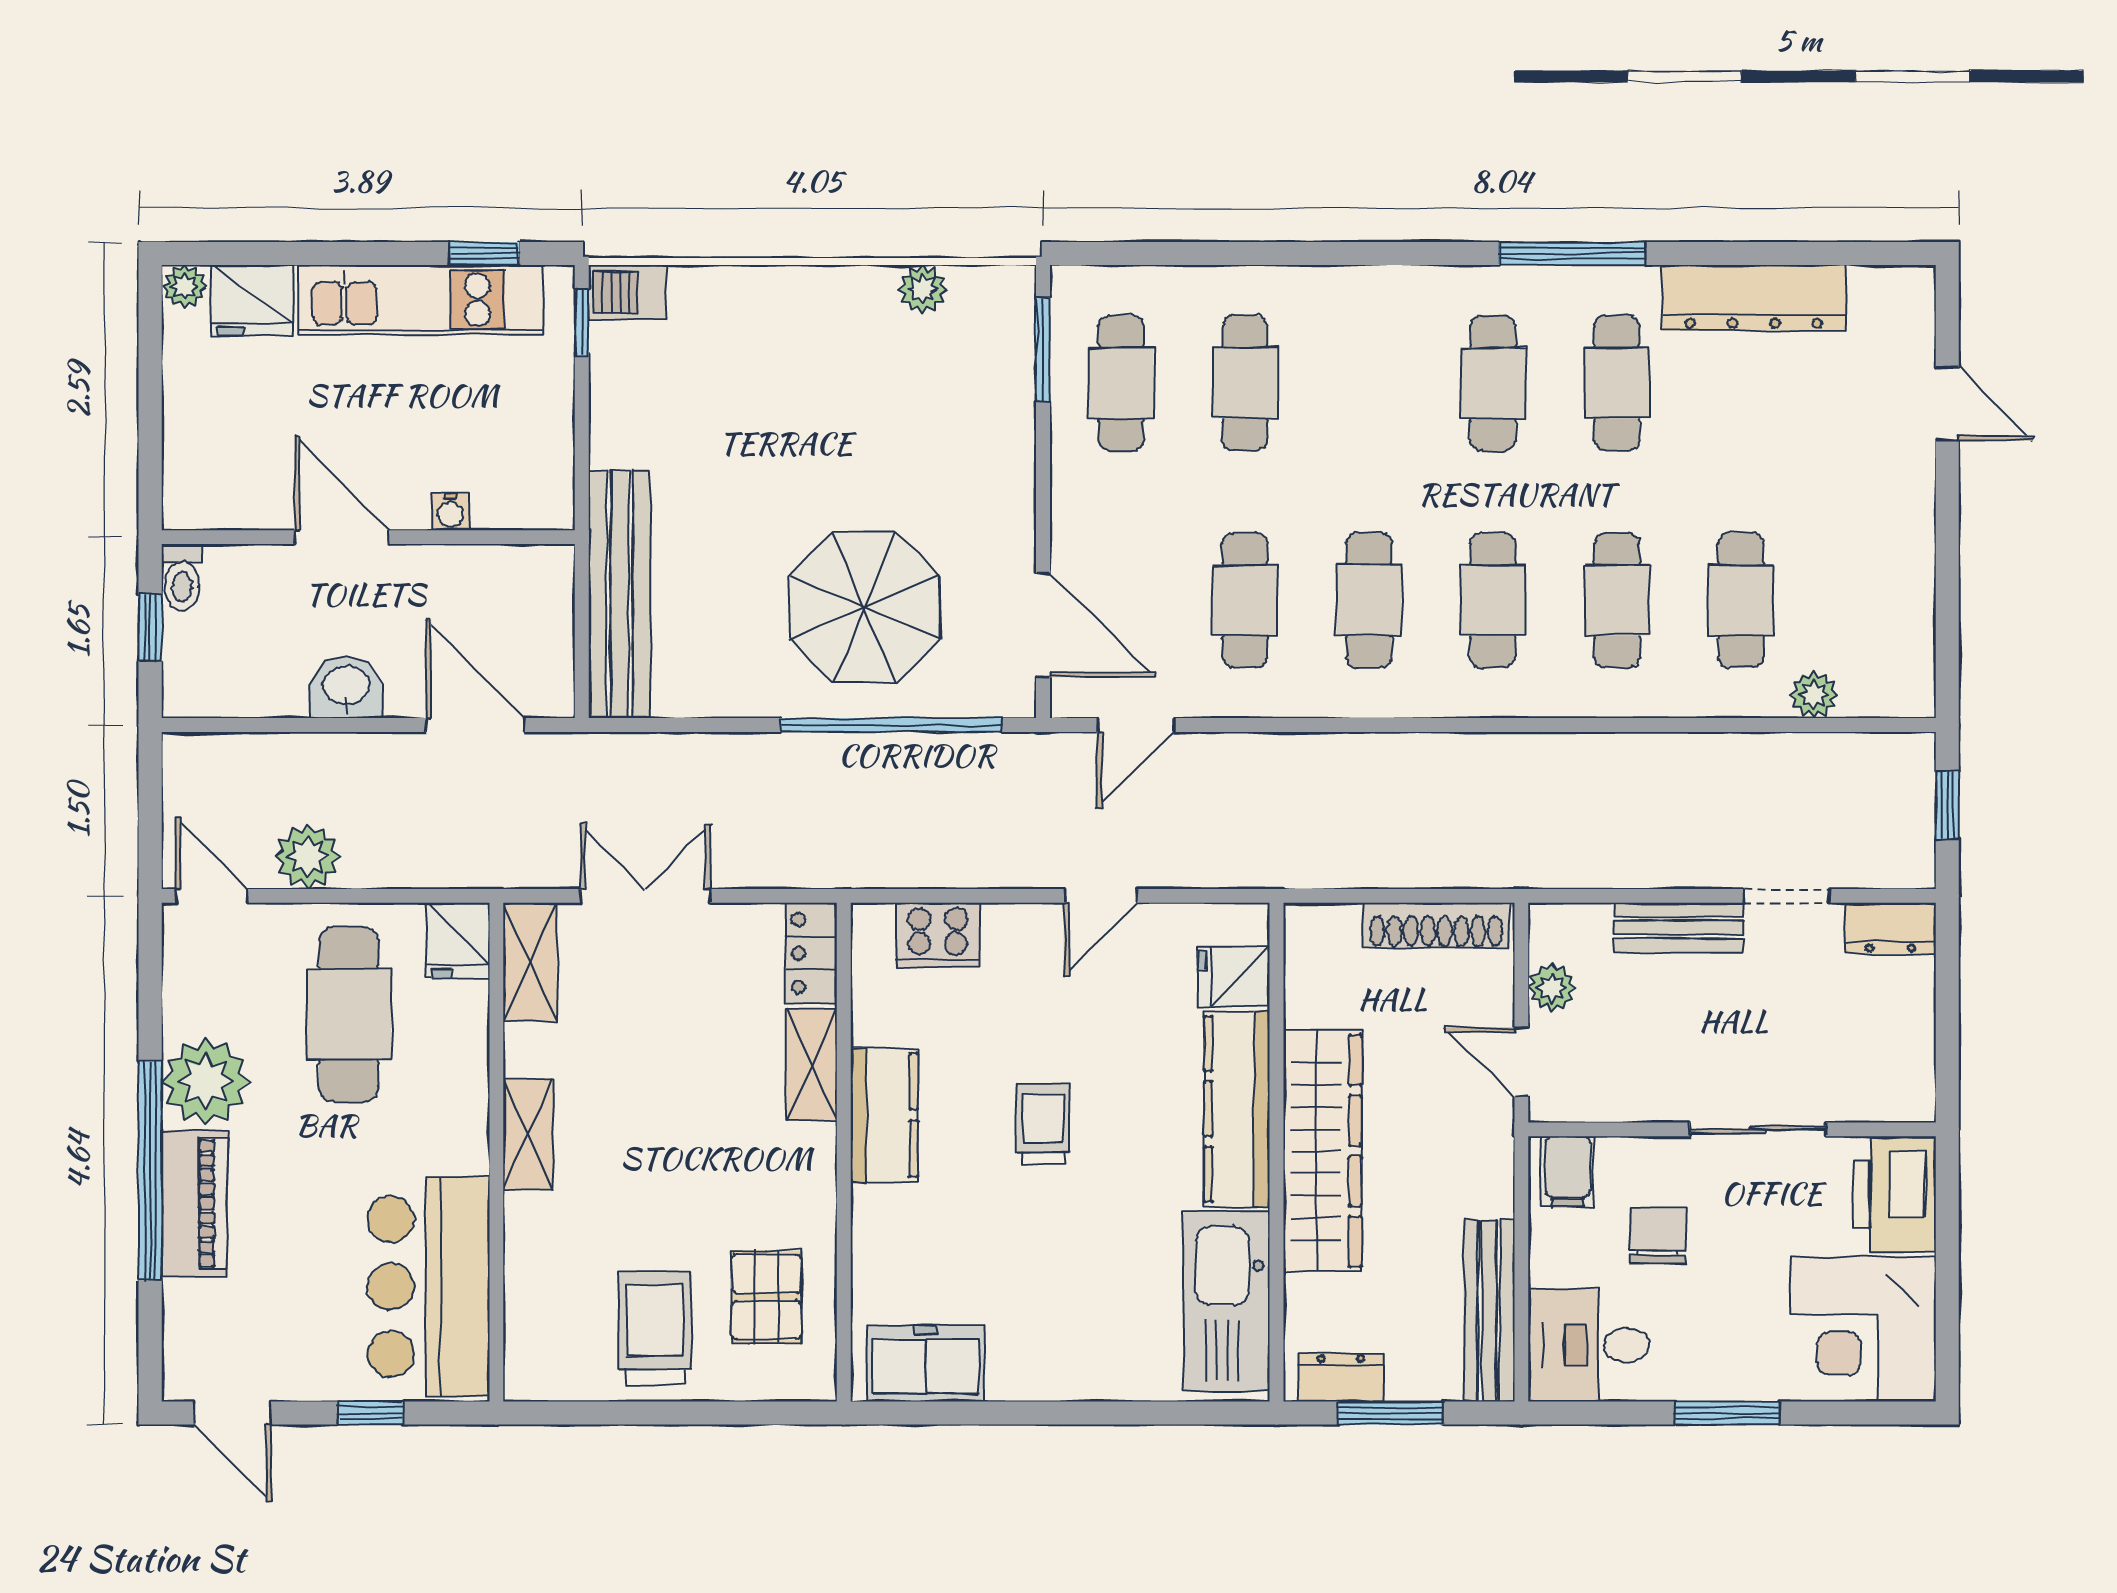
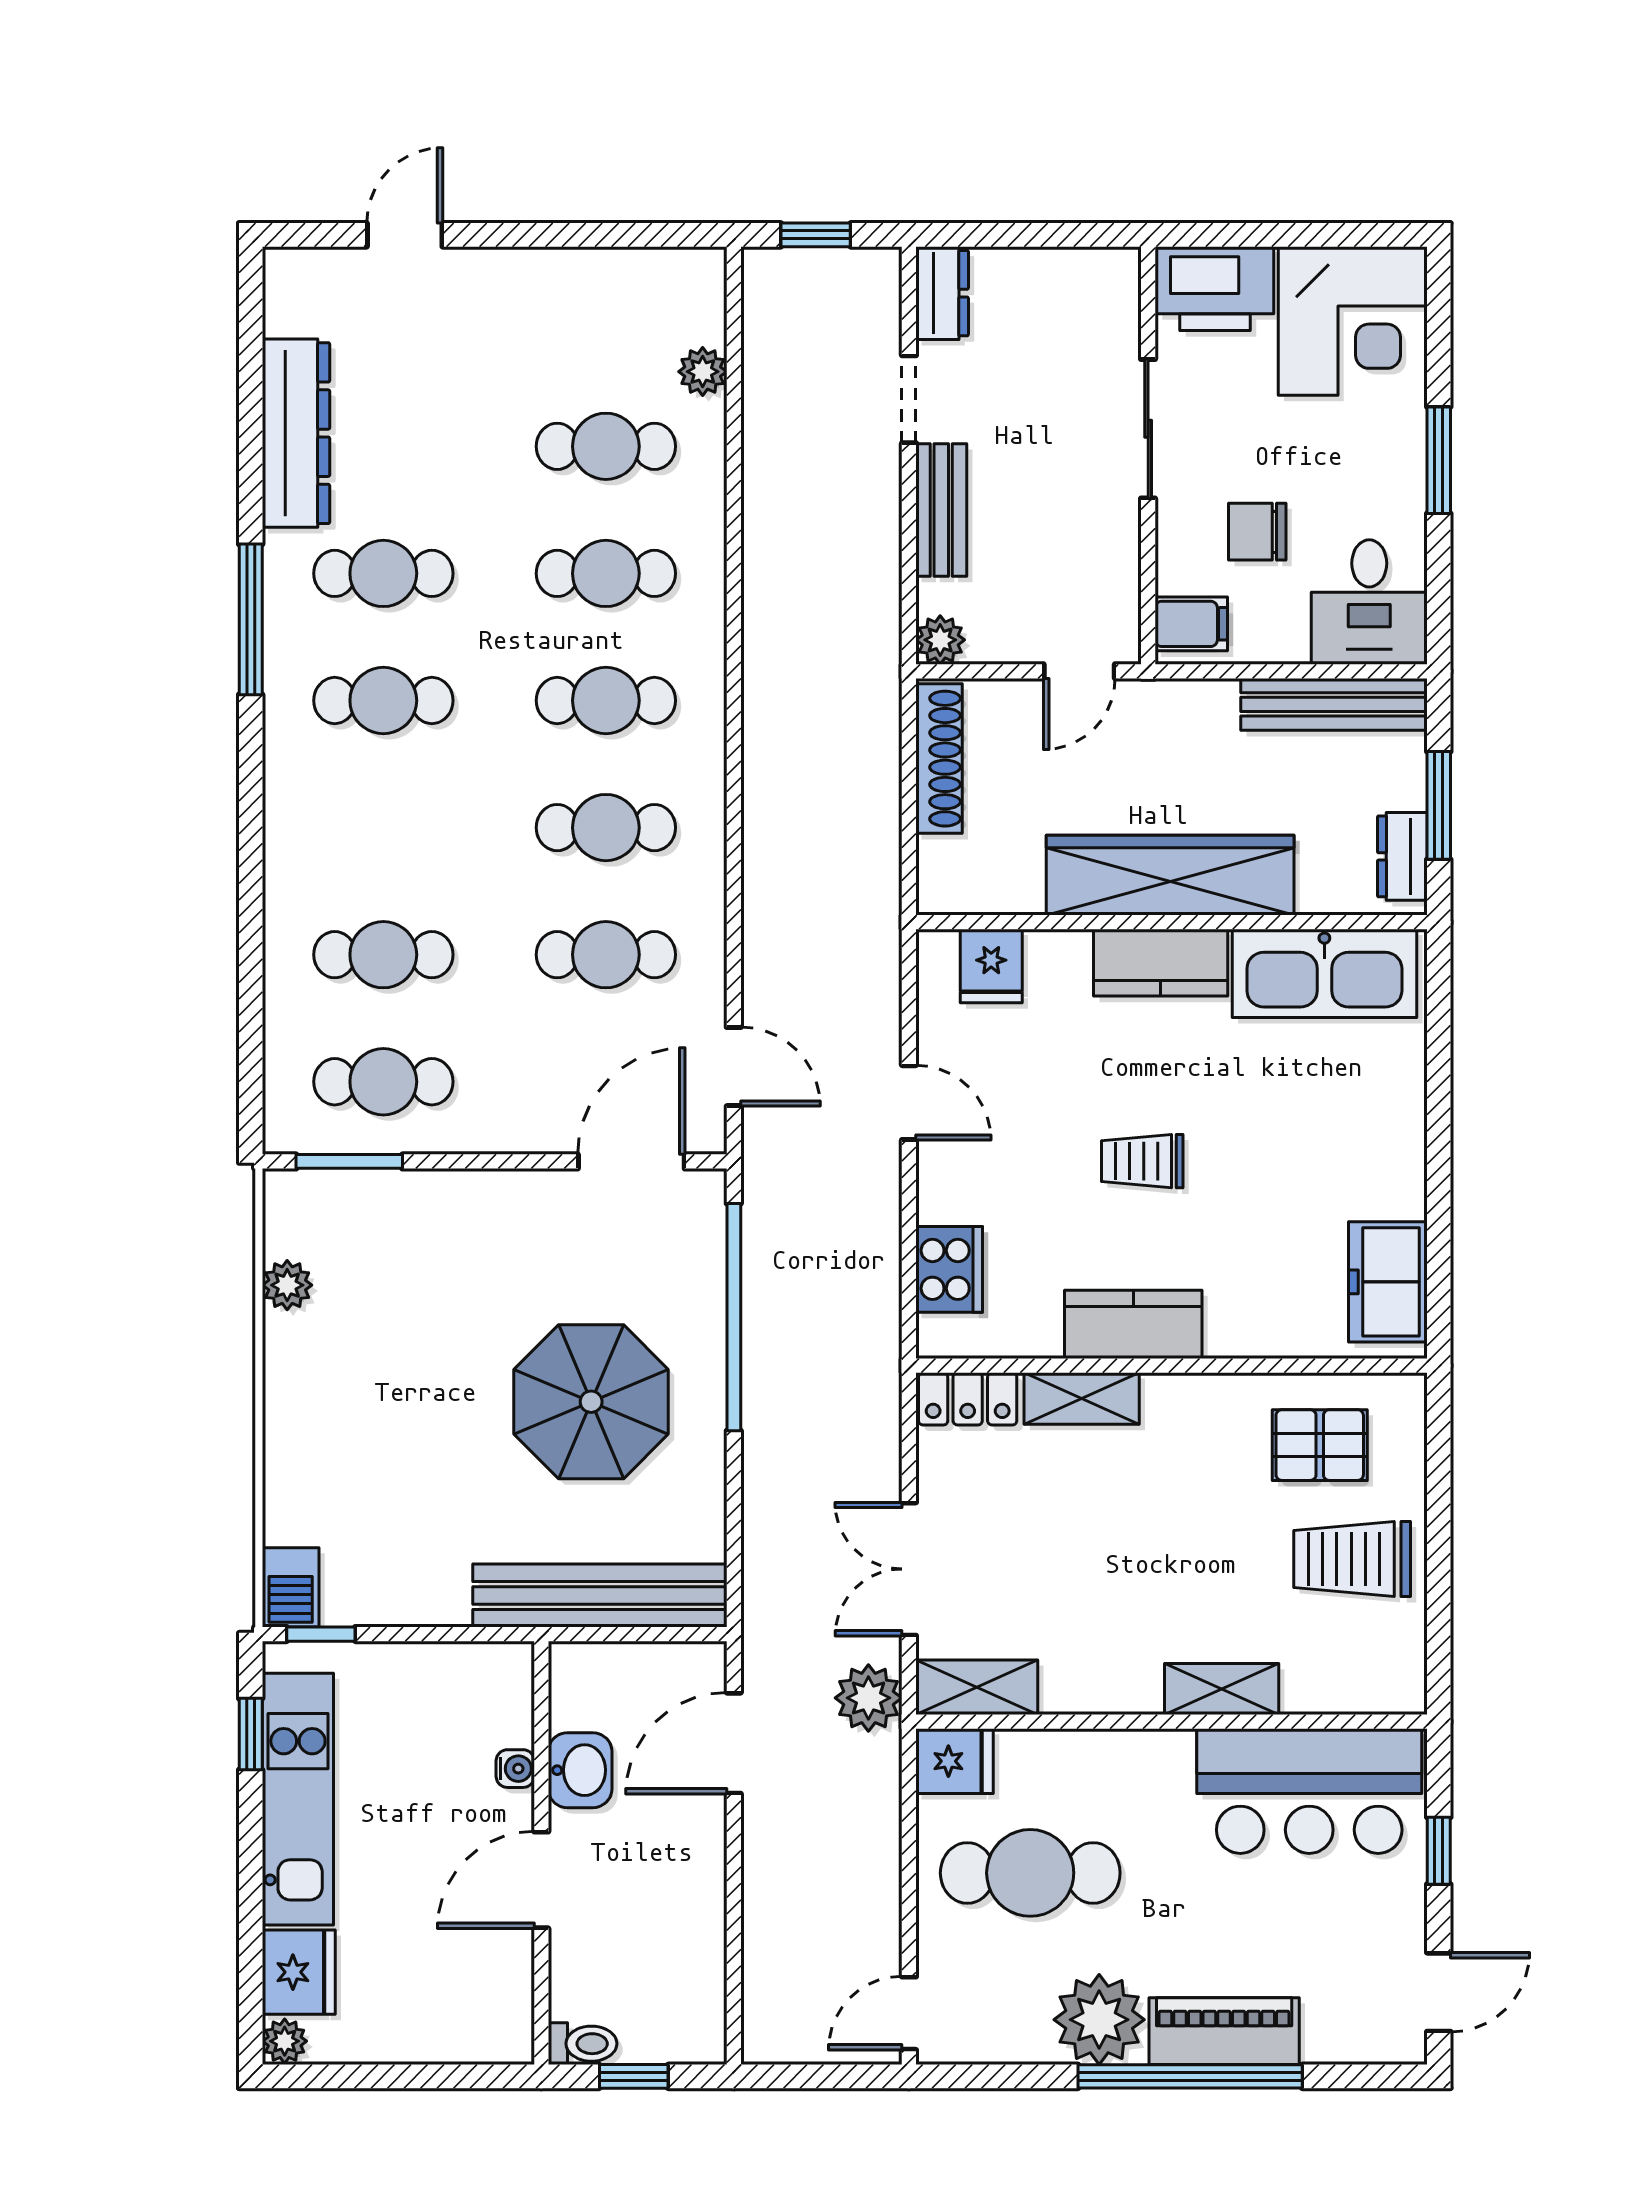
parasol: (864, 608) -> (591, 1402), moved
washbasin: (346, 687) -> (580, 1770), moved, turned 180
plant: (308, 856) -> (868, 1698), moved
plant: (1552, 988) -> (940, 640), moved
kitchen counter: (1237, 1109) -> (1161, 963), width x0.67
shelving: (528, 1134) -> (1222, 1689), moved

